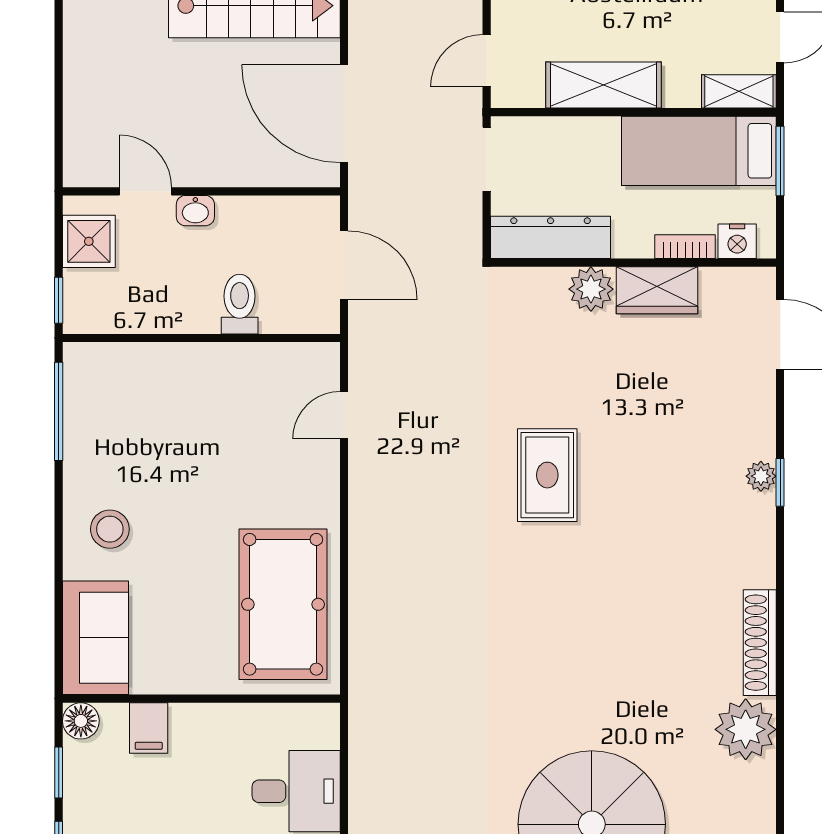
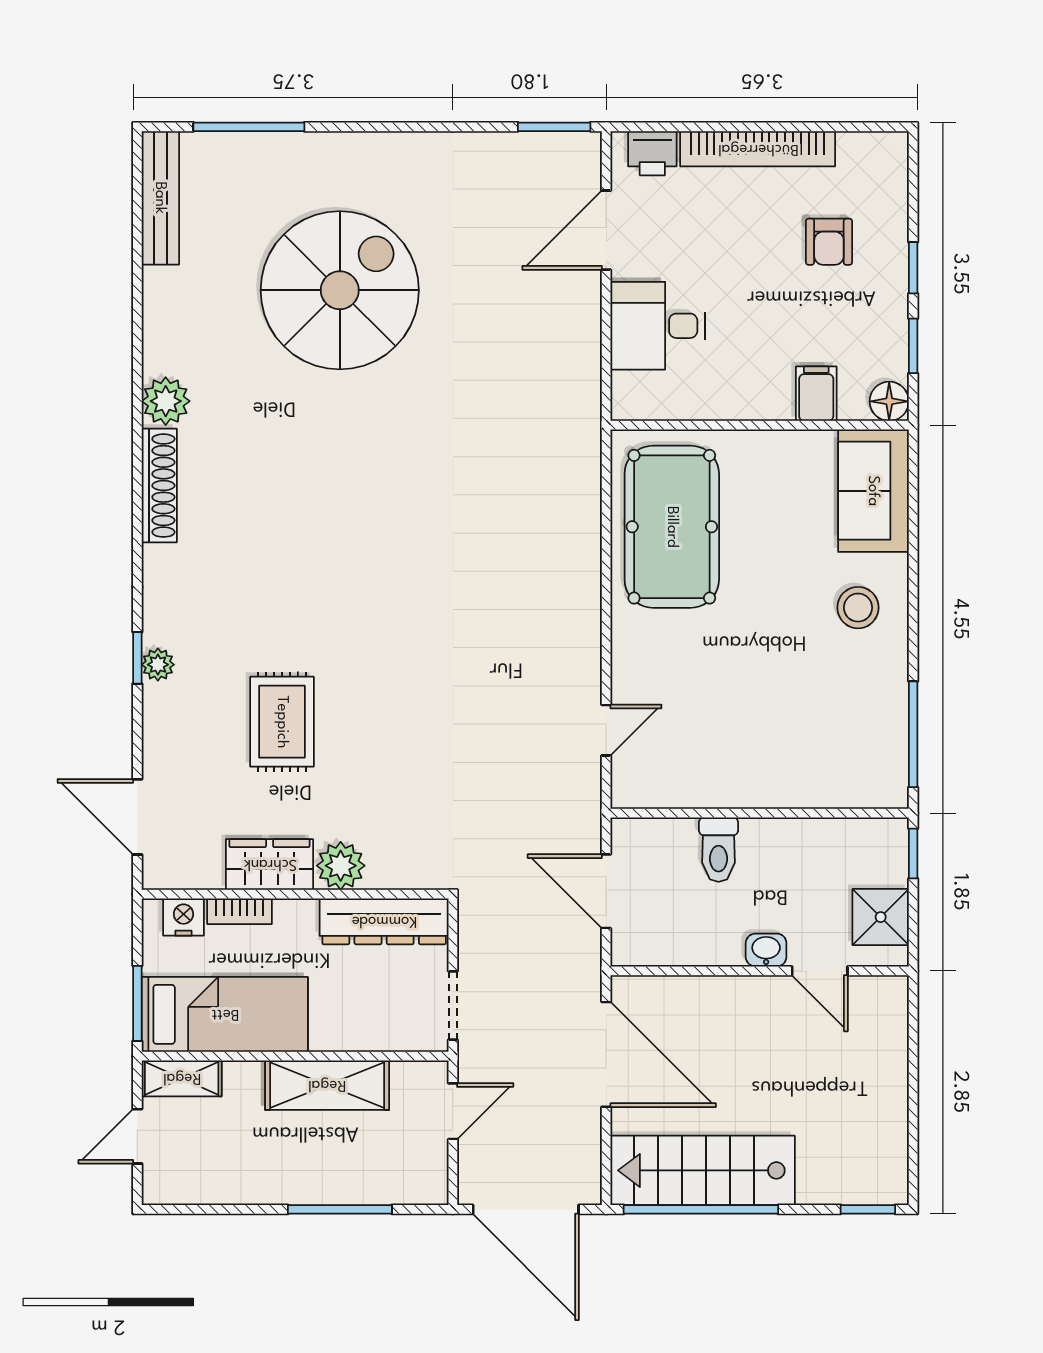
rug: (547, 475) -> (282, 722), moved
plant: (746, 729) -> (166, 401), width x0.73, depth x0.73

